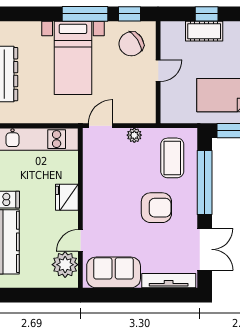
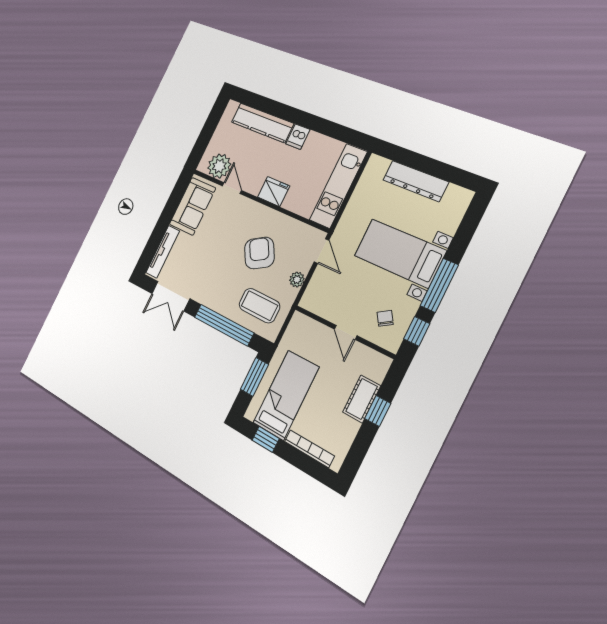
chair: (131, 44) -> (385, 318), width x0.54, depth x0.54
armchair: (156, 208) -> (259, 253), moved, turned 149

